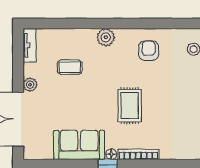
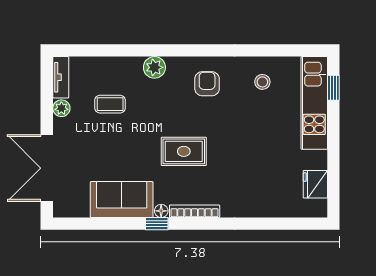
plant: (30, 85) -> (61, 108), moved
rug: (130, 106) -> (184, 151), turned 90

